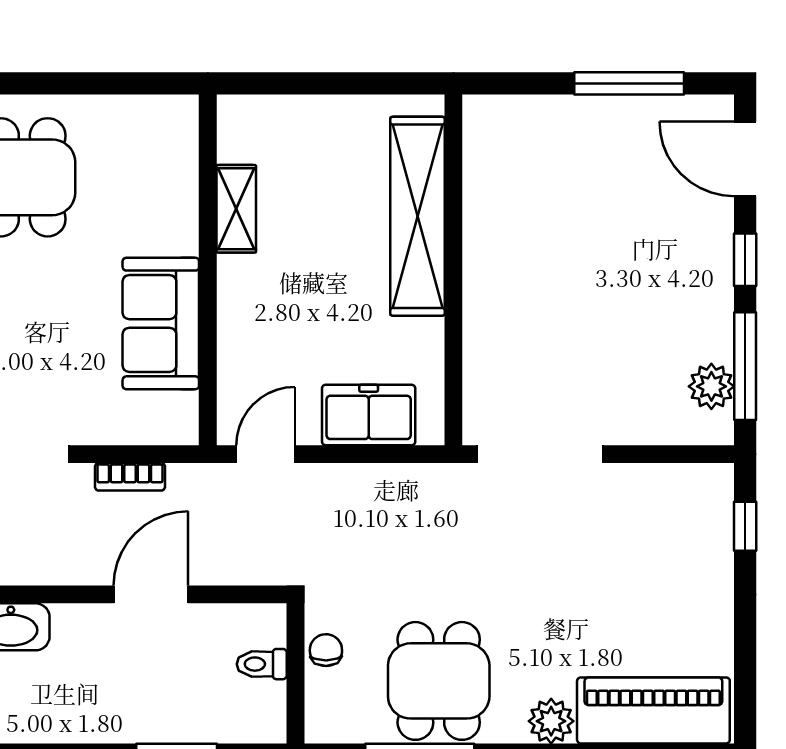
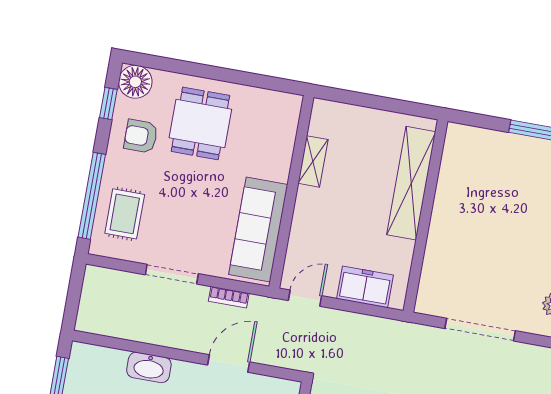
sofa: (161, 323) -> (258, 230), width x1.36
doorway: (540, 454) -> (480, 330), moved

